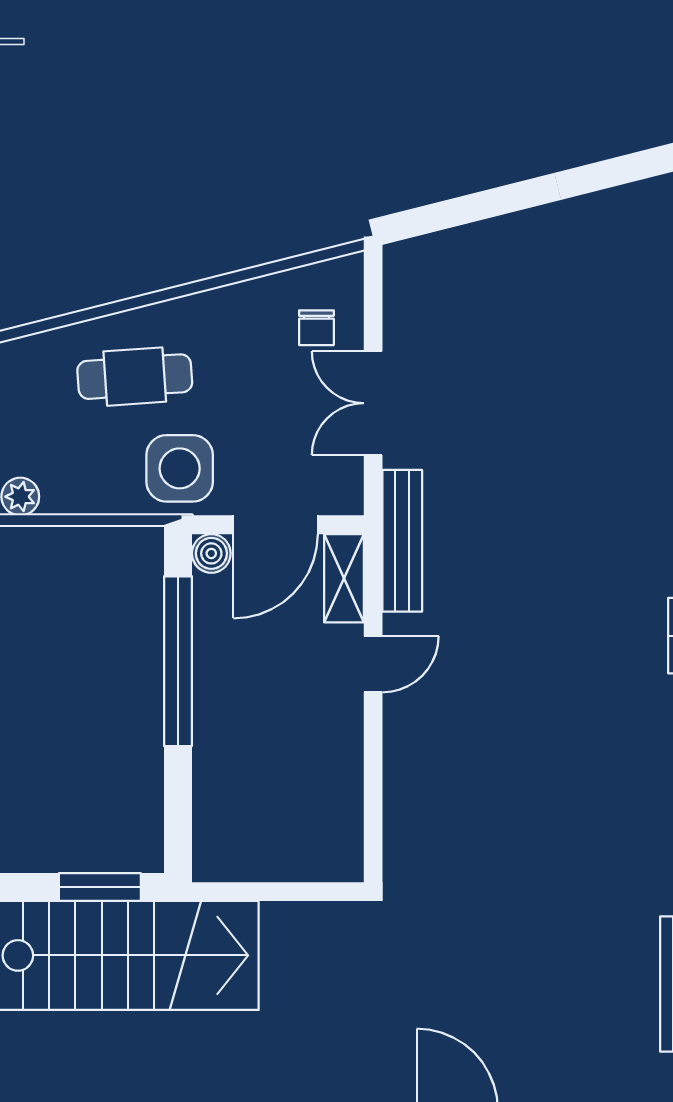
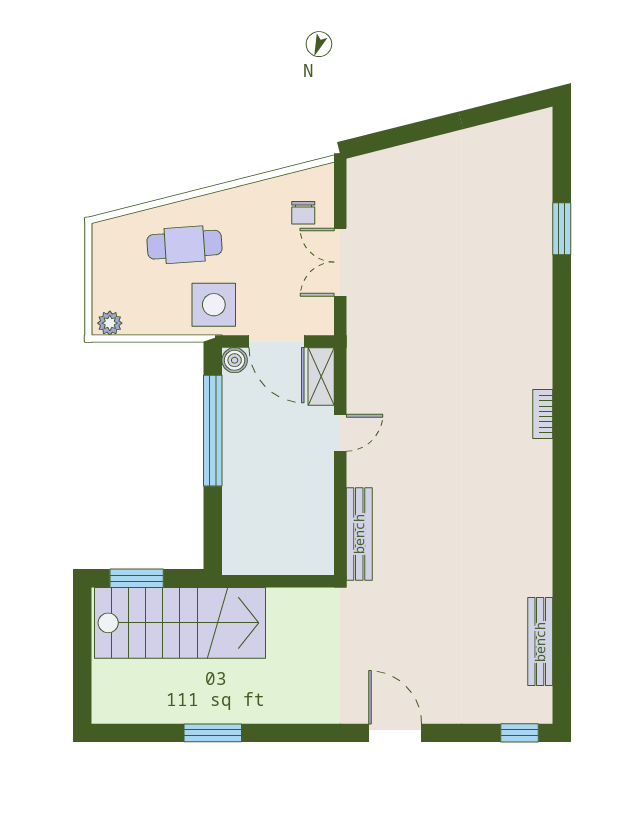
door: (276, 525) -> (277, 342), hinge flipped
bench: (402, 541) -> (359, 534), moved
window: (100, 887) -> (137, 578), moved

